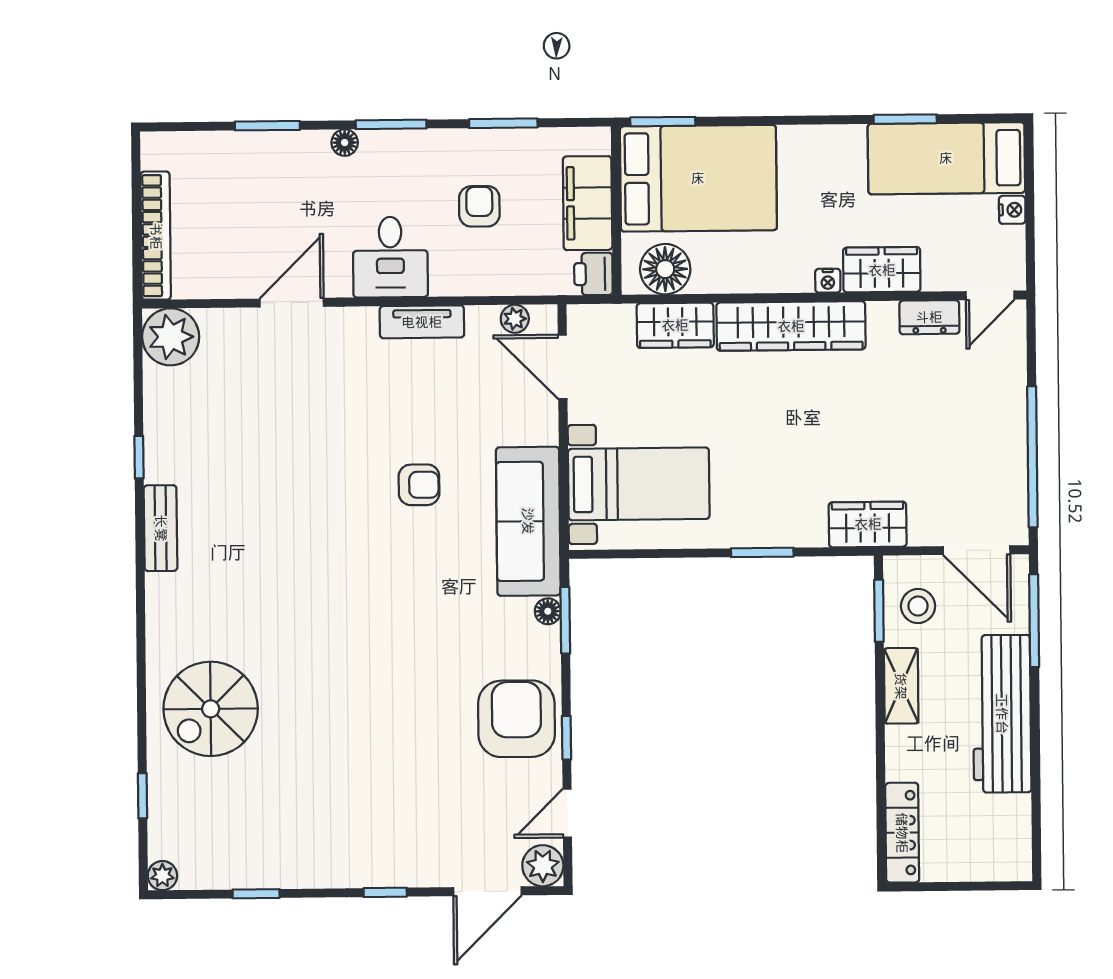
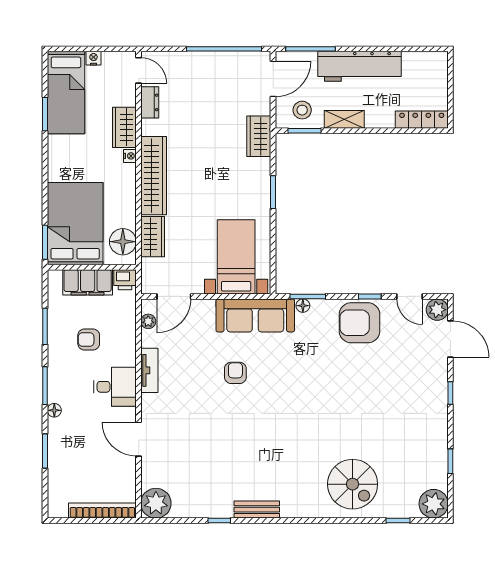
plant: (162, 876) -> (434, 504), width x1.88, depth x1.88

